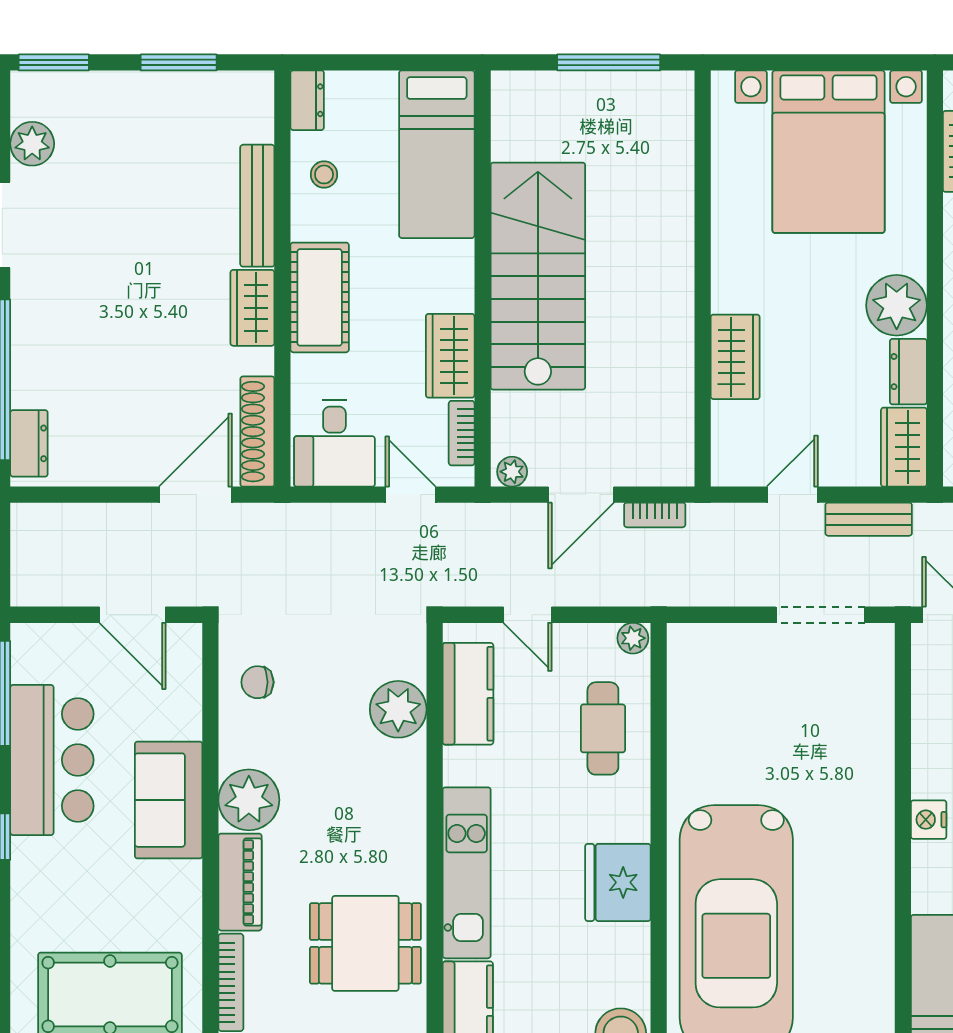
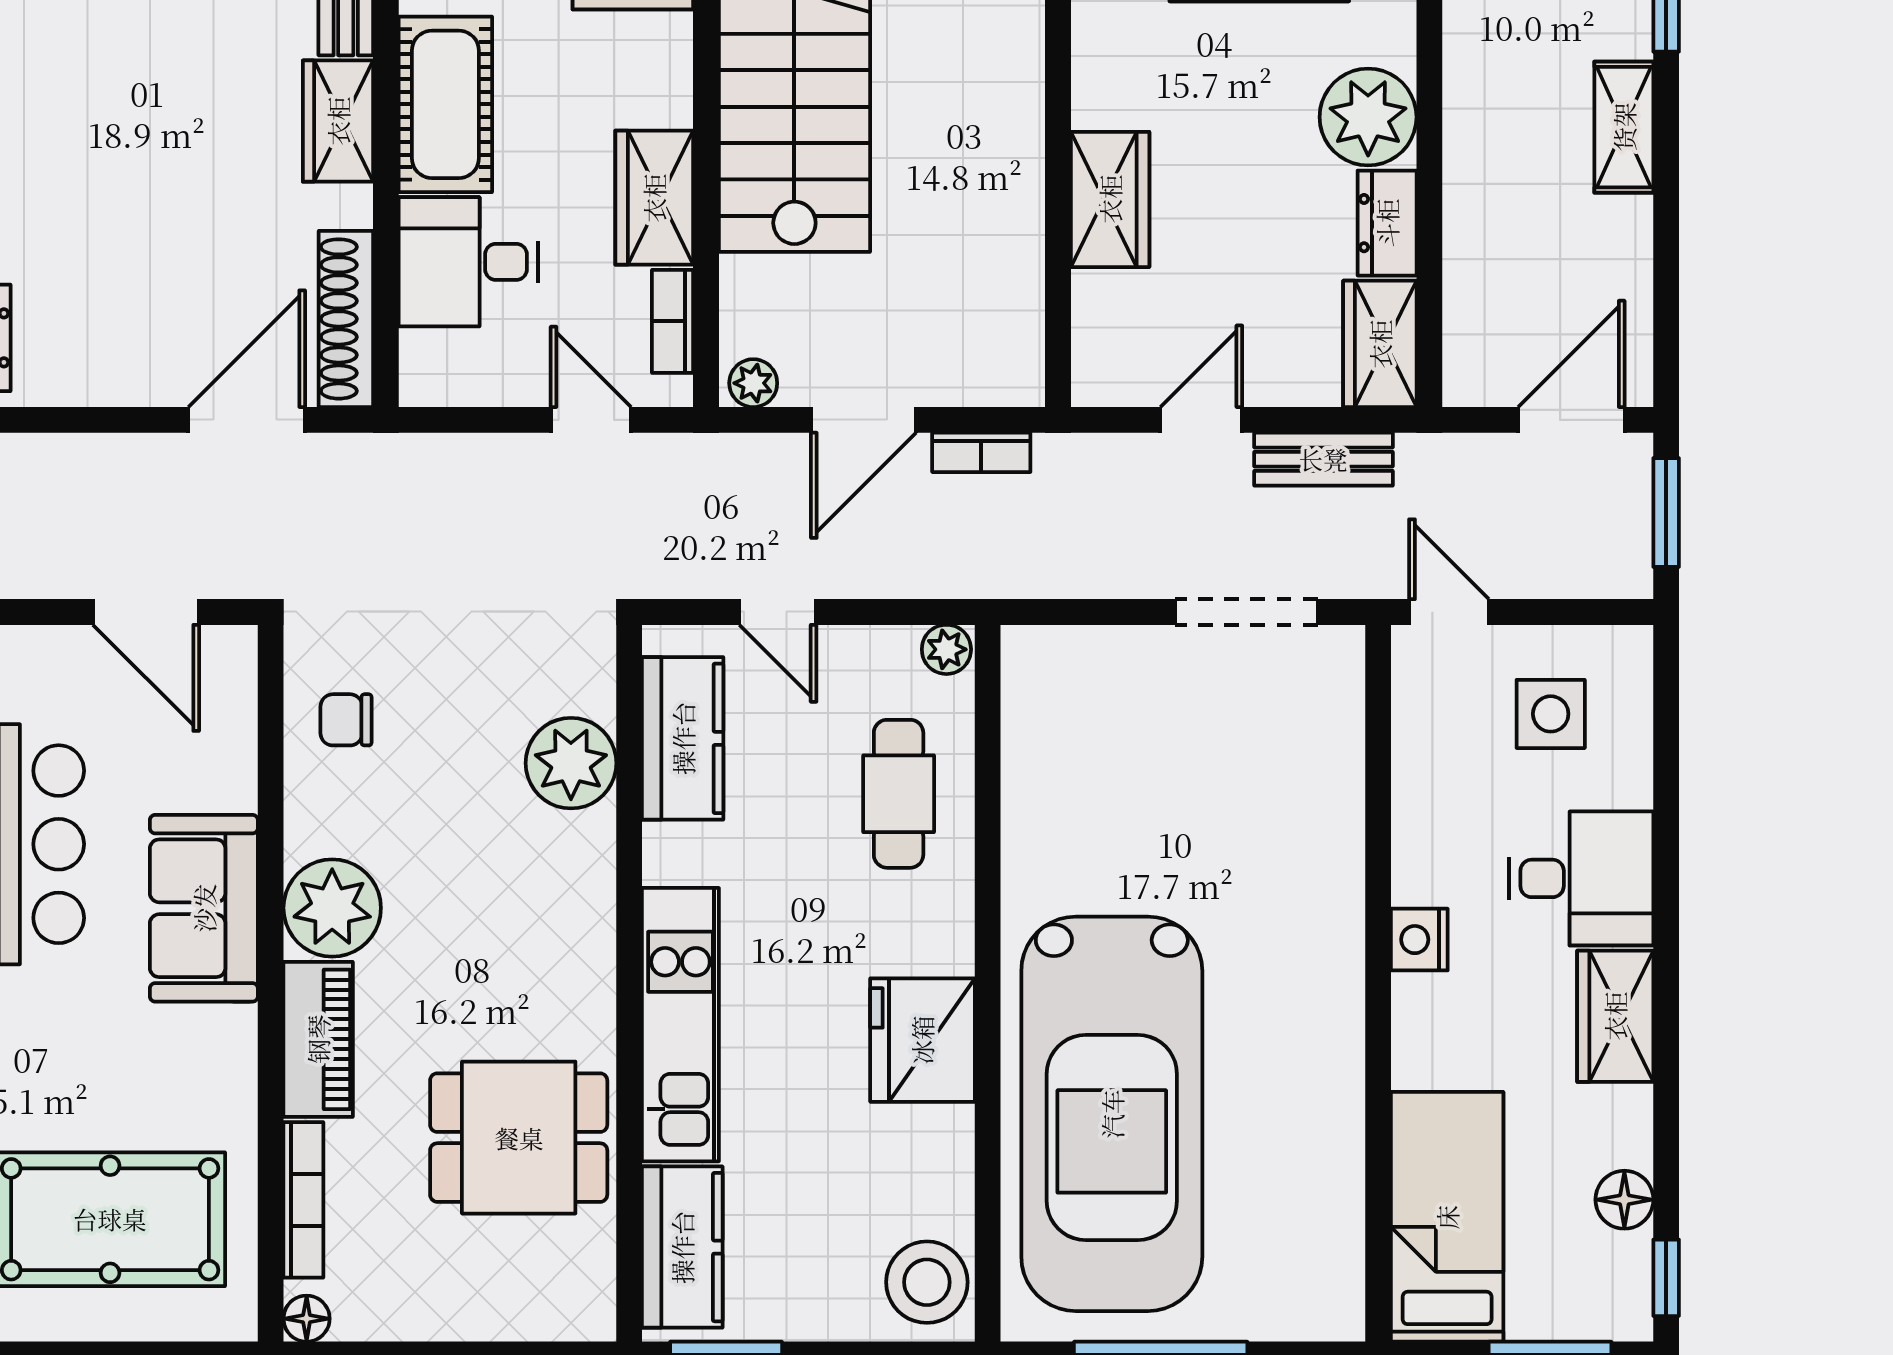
desk: (334, 443) -> (468, 262), moved, turned 90

